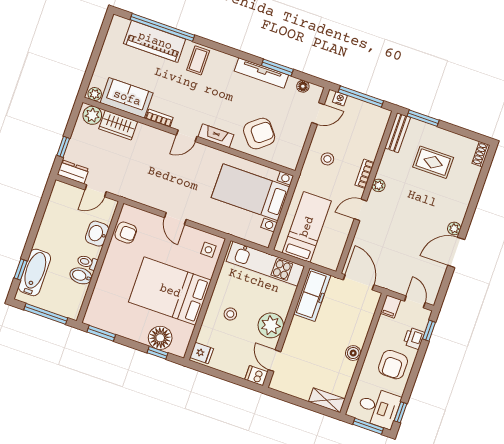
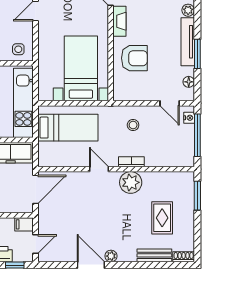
plant: (229, 61) -> (188, 10), added
bench: (398, 133) -> (154, 255), moved
armchair: (259, 134) -> (134, 58), turned -51
plant: (378, 185) -> (131, 182), width x1.88, depth x1.88

